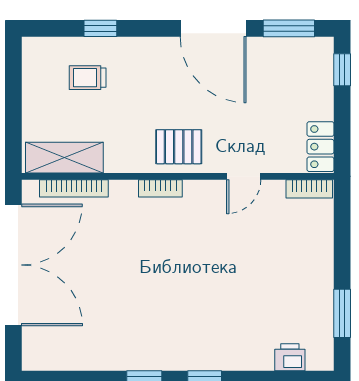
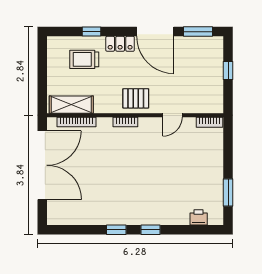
window: (342, 70) -> (228, 70), moved
trolley: (88, 78) -> (84, 59), width x1.36, depth x1.39
locker: (320, 147) -> (120, 44), moved, turned -90

